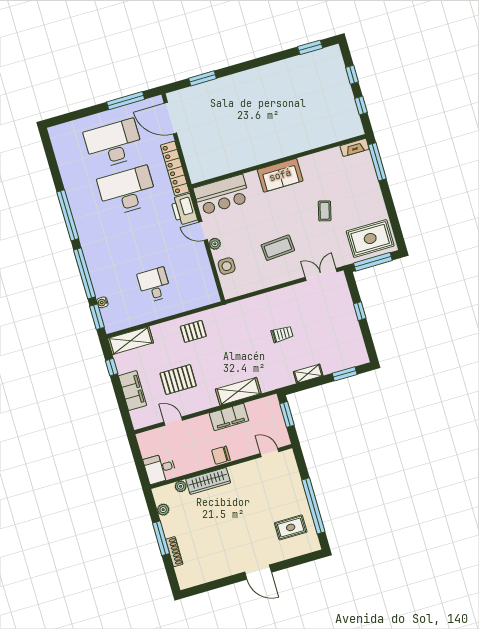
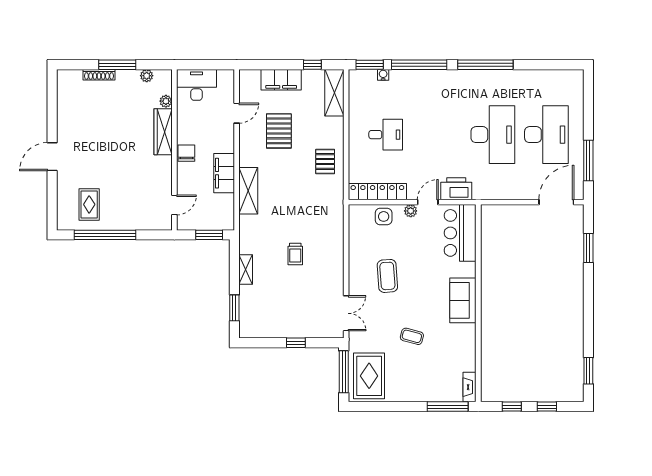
locker: (175, 168) -> (377, 192), moved
desk: (160, 468) -> (197, 85), width x1.37

